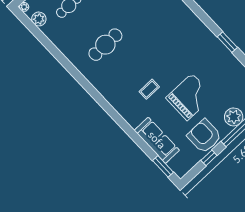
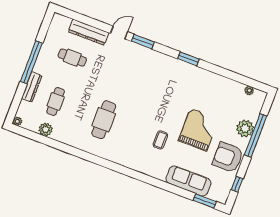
plant: (39, 19) -> (46, 129), moved
window: (227, 42) -> (188, 59), moved
window: (209, 158) -> (237, 184), moved

